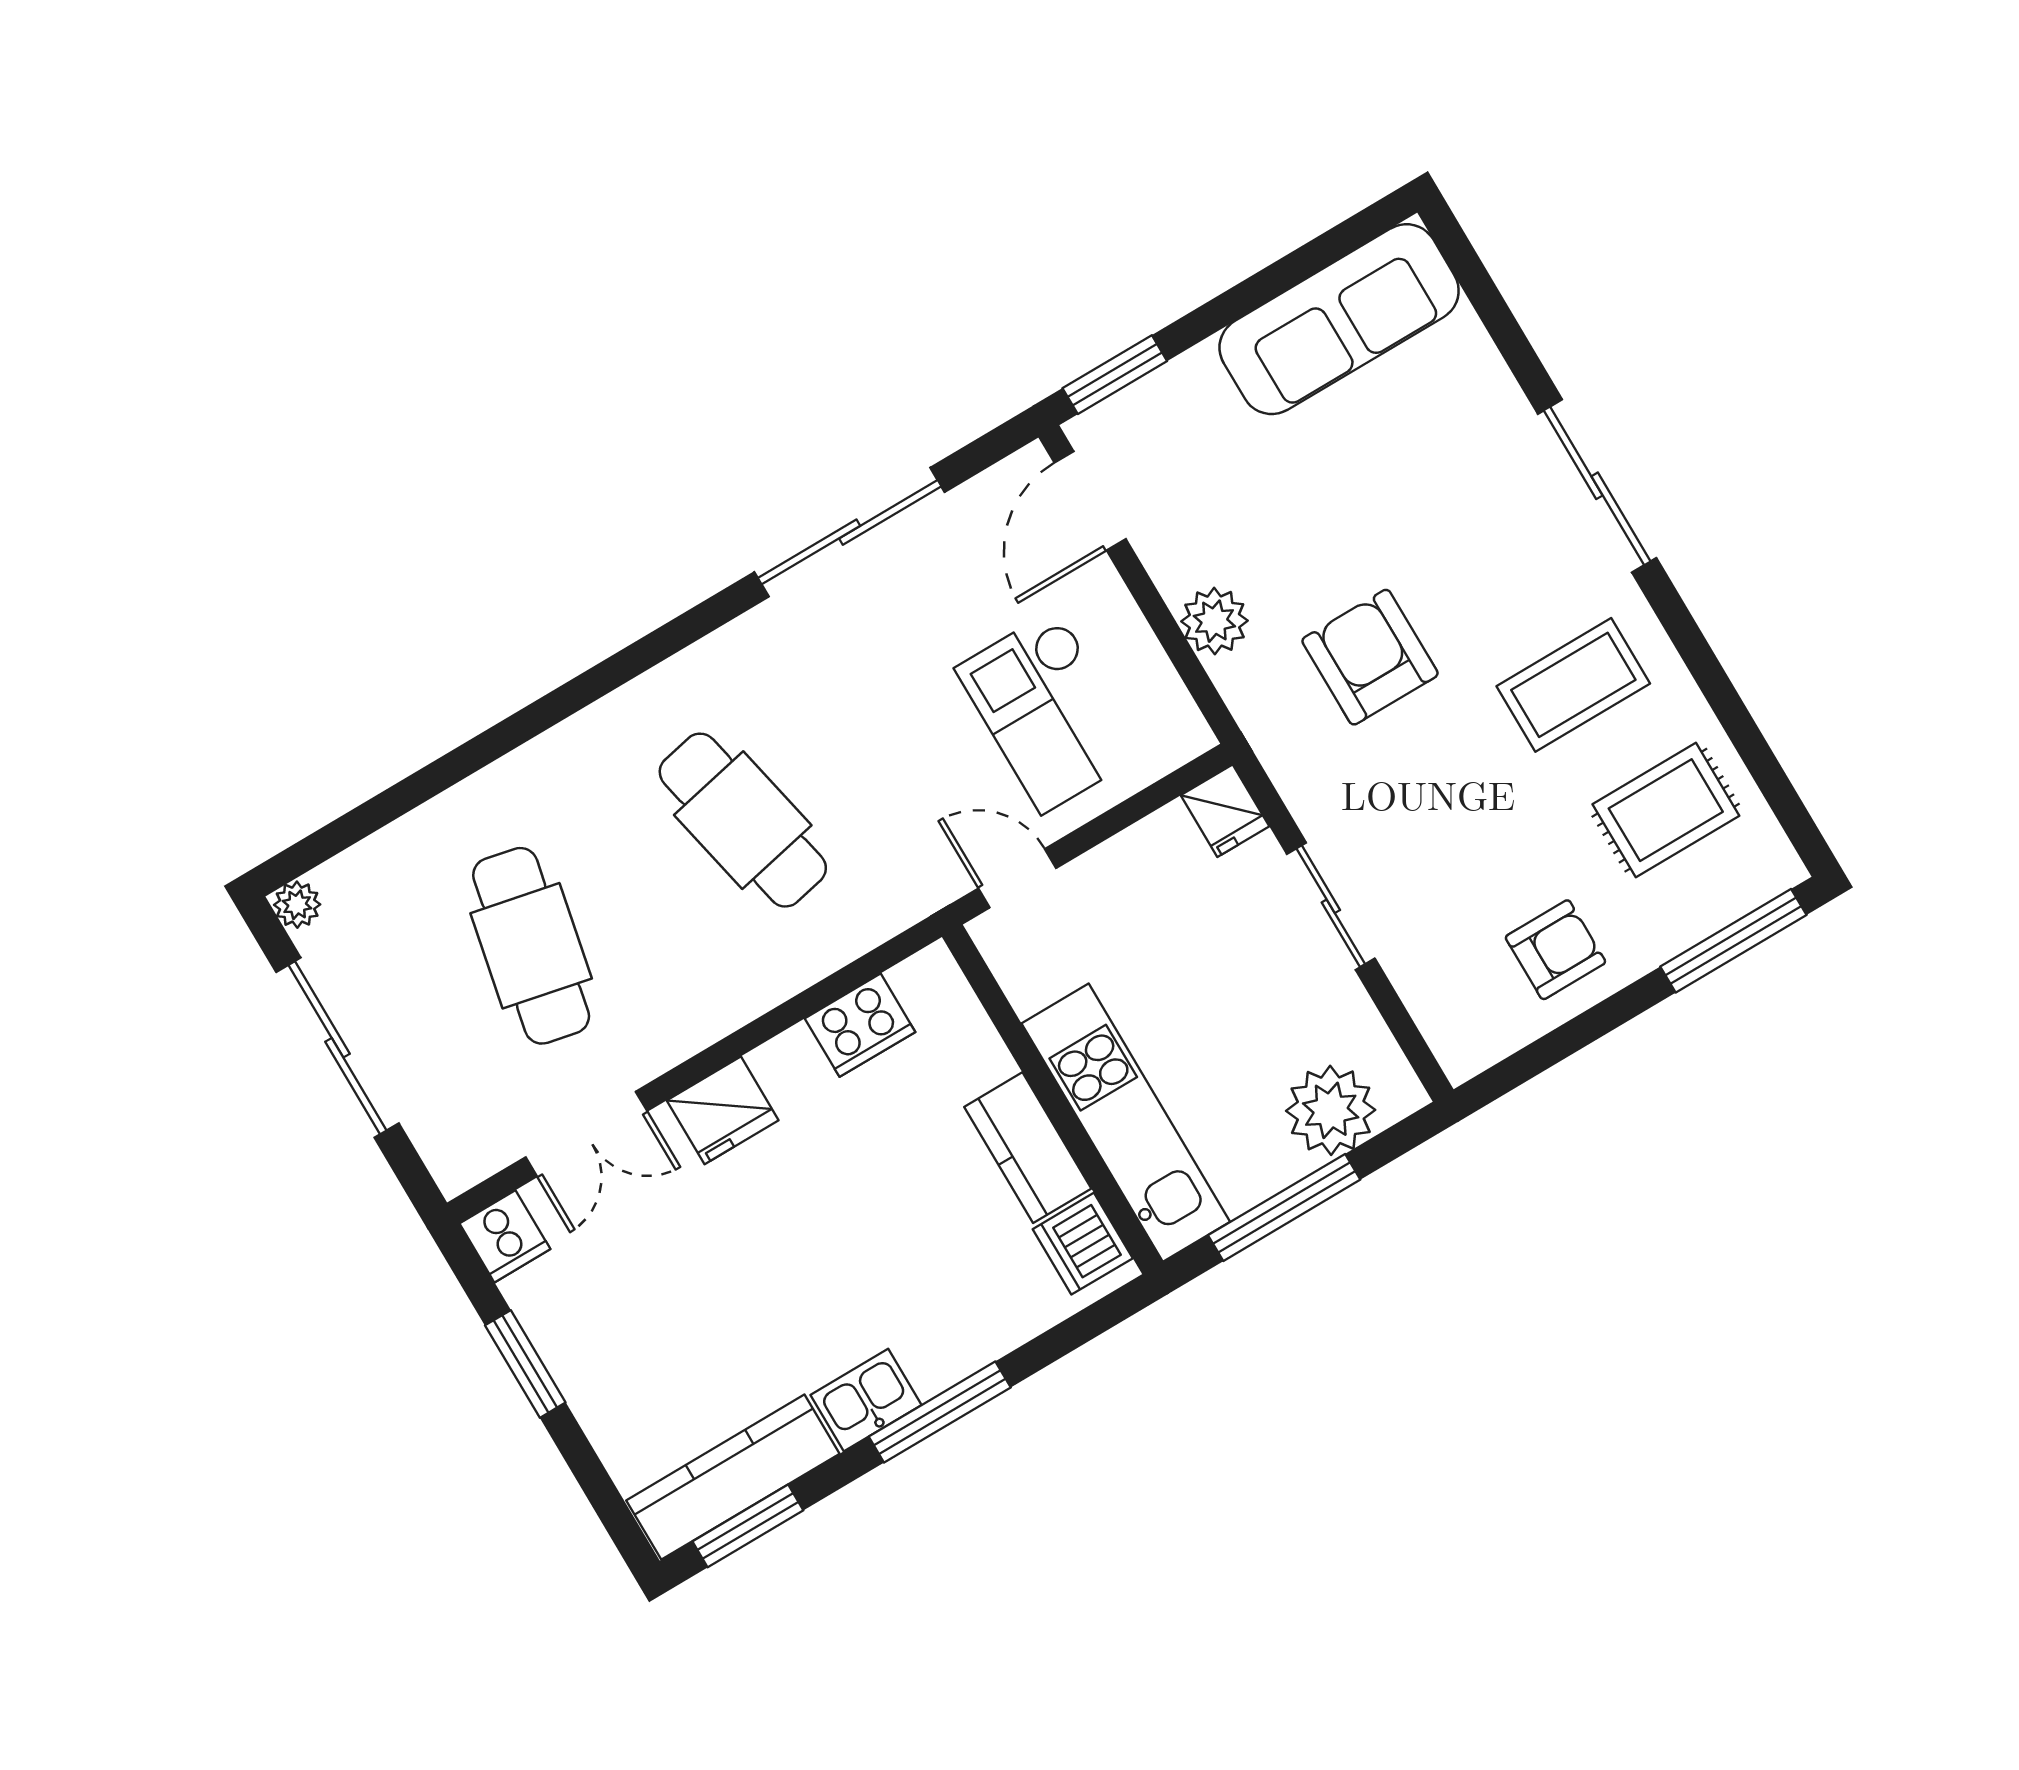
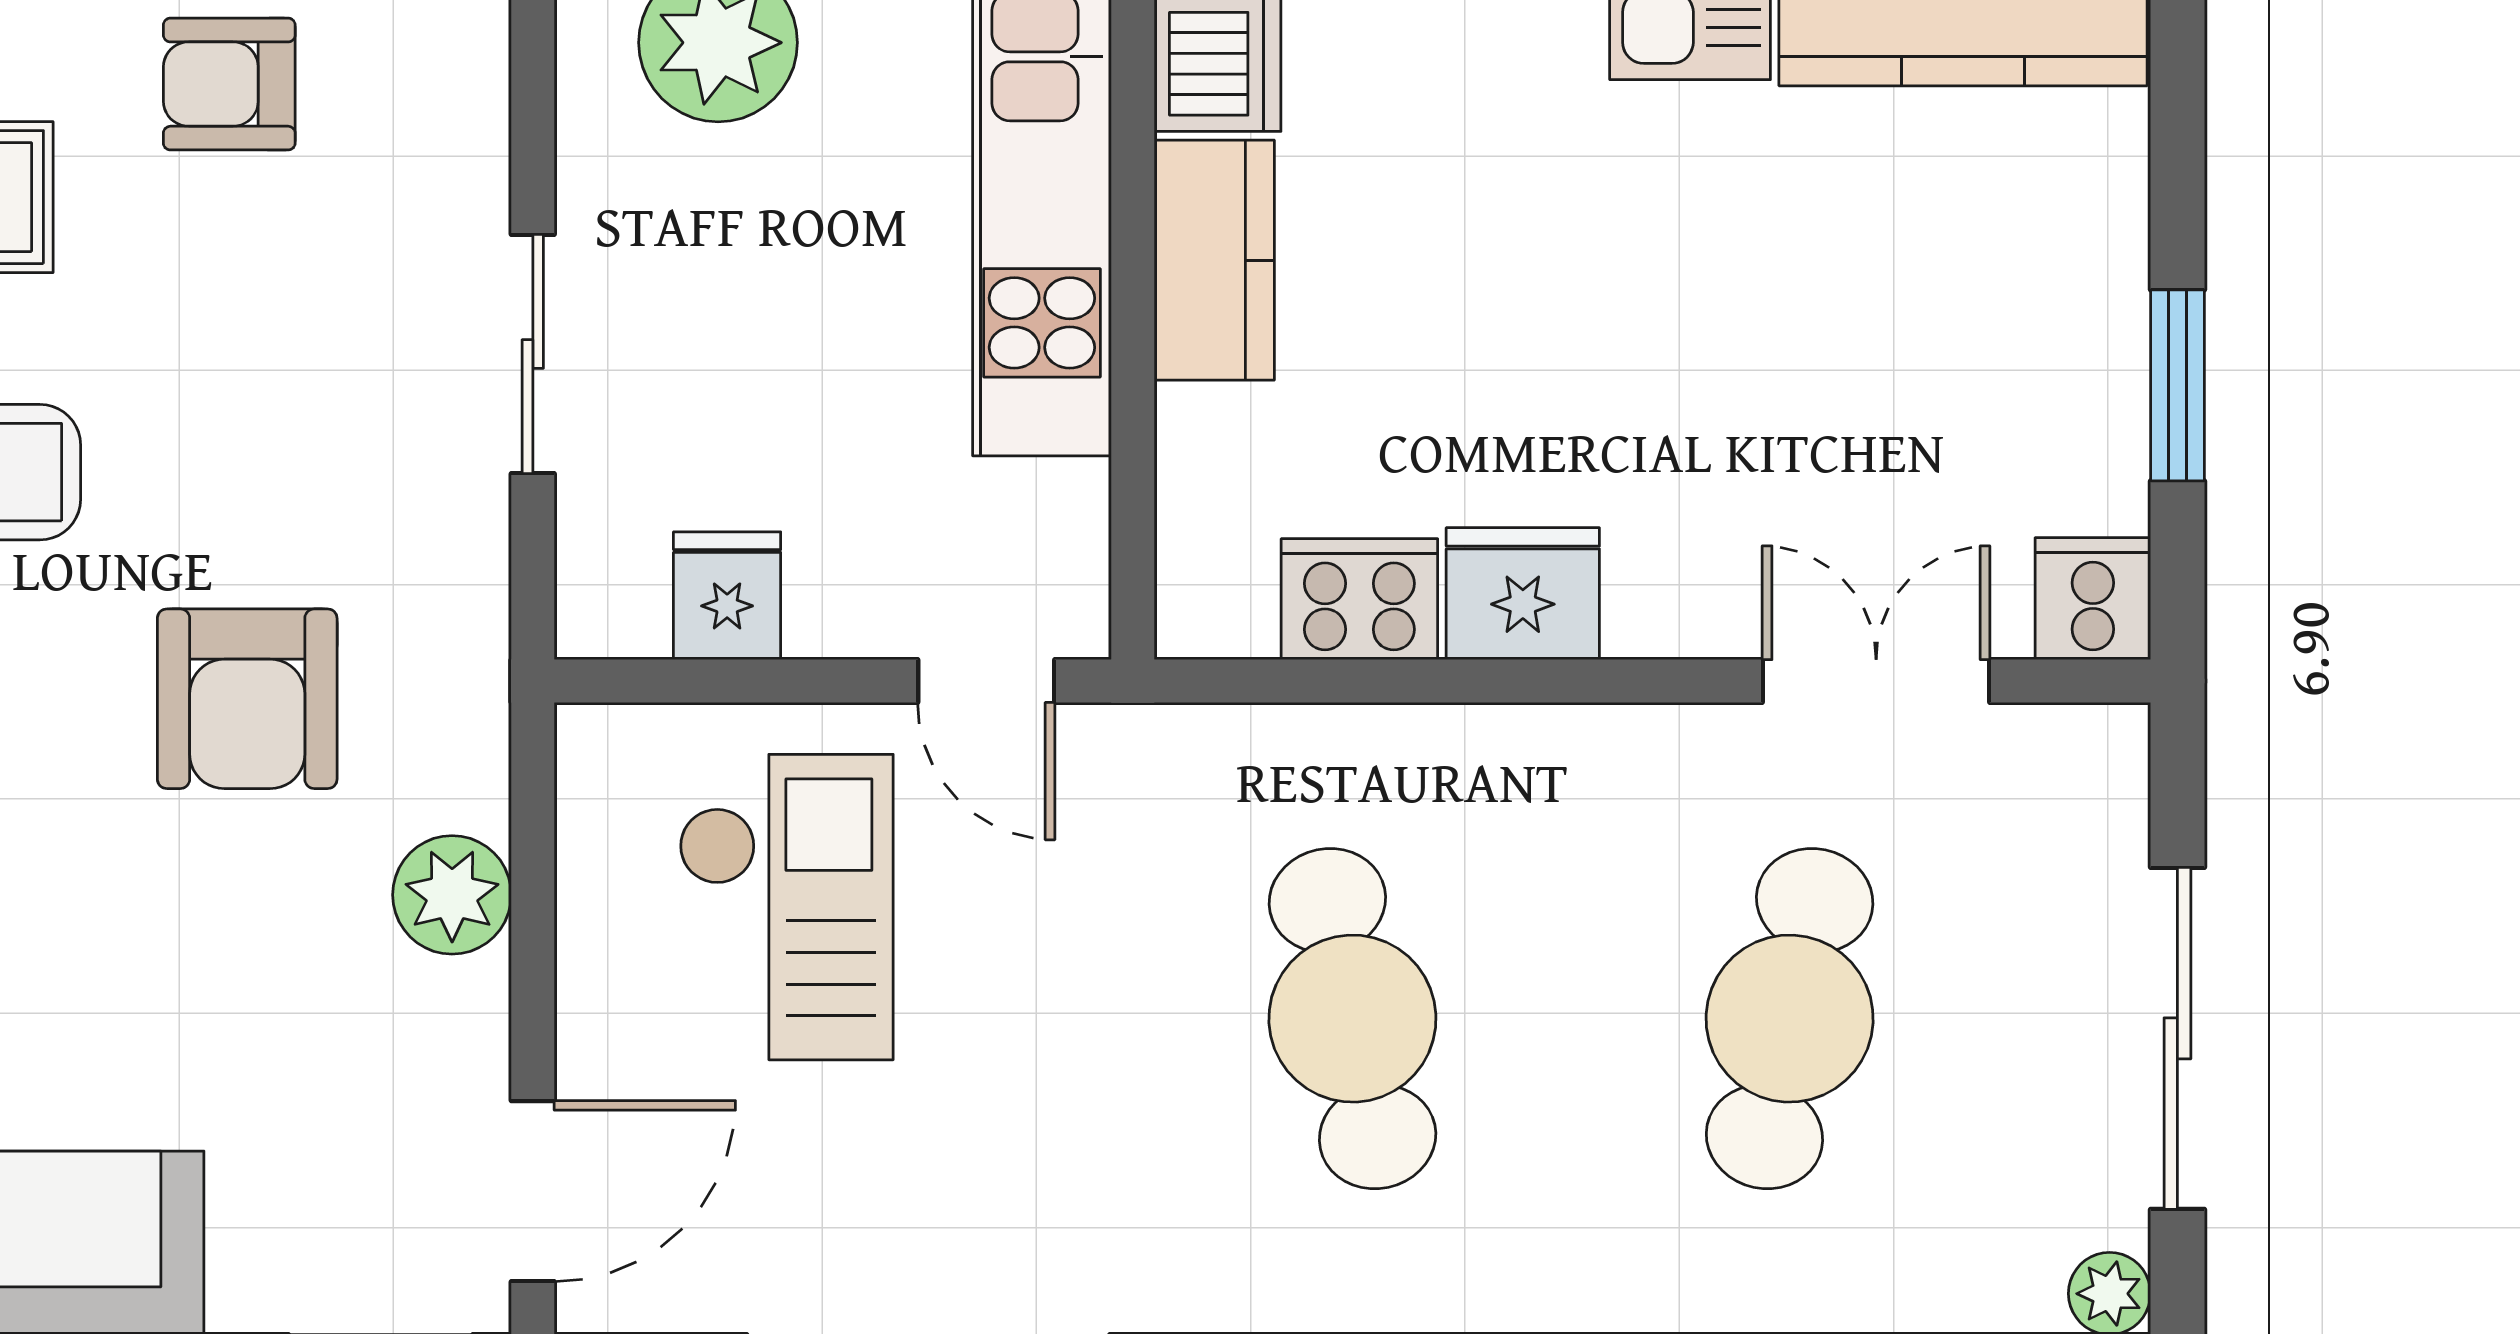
fridge: (1225, 811) -> (727, 596), moved
fridge: (723, 1110) -> (1523, 594), moved

